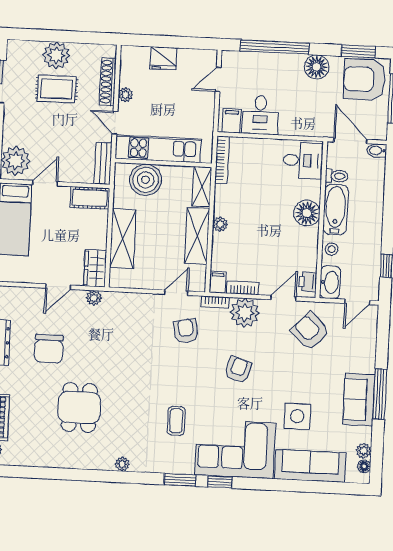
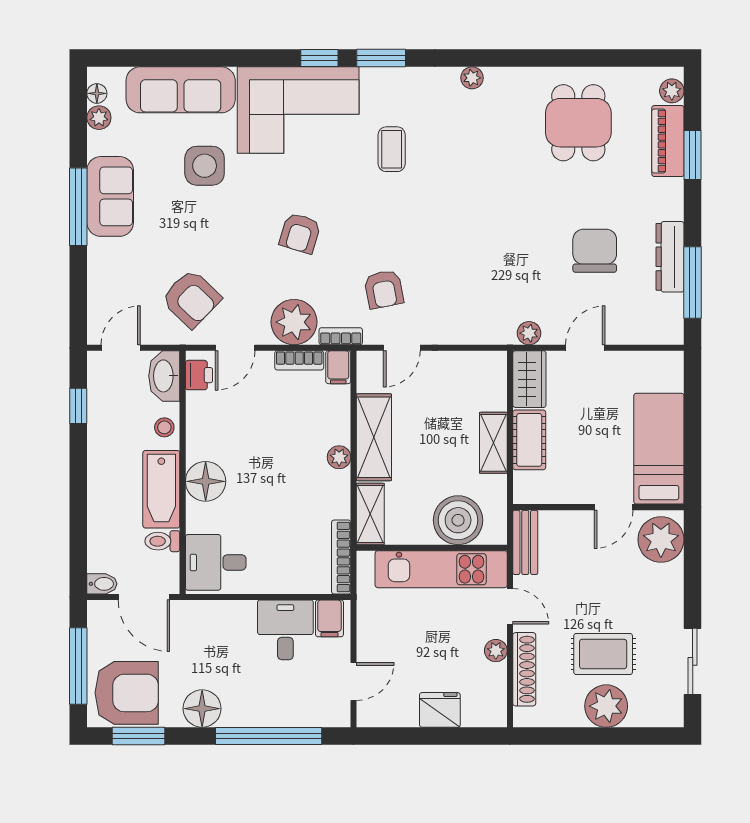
cot: (90, 198) -> (529, 440), moved, turned 90
shelving: (123, 238) -> (493, 443), width x0.67, depth x0.75
dining table: (79, 407) -> (578, 123), moved

